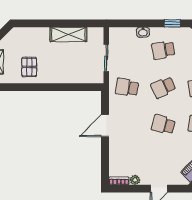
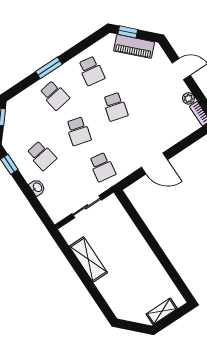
pallet: (29, 67) -> (146, 277), removed
school desk: (163, 87) -> (78, 131), turned 39

